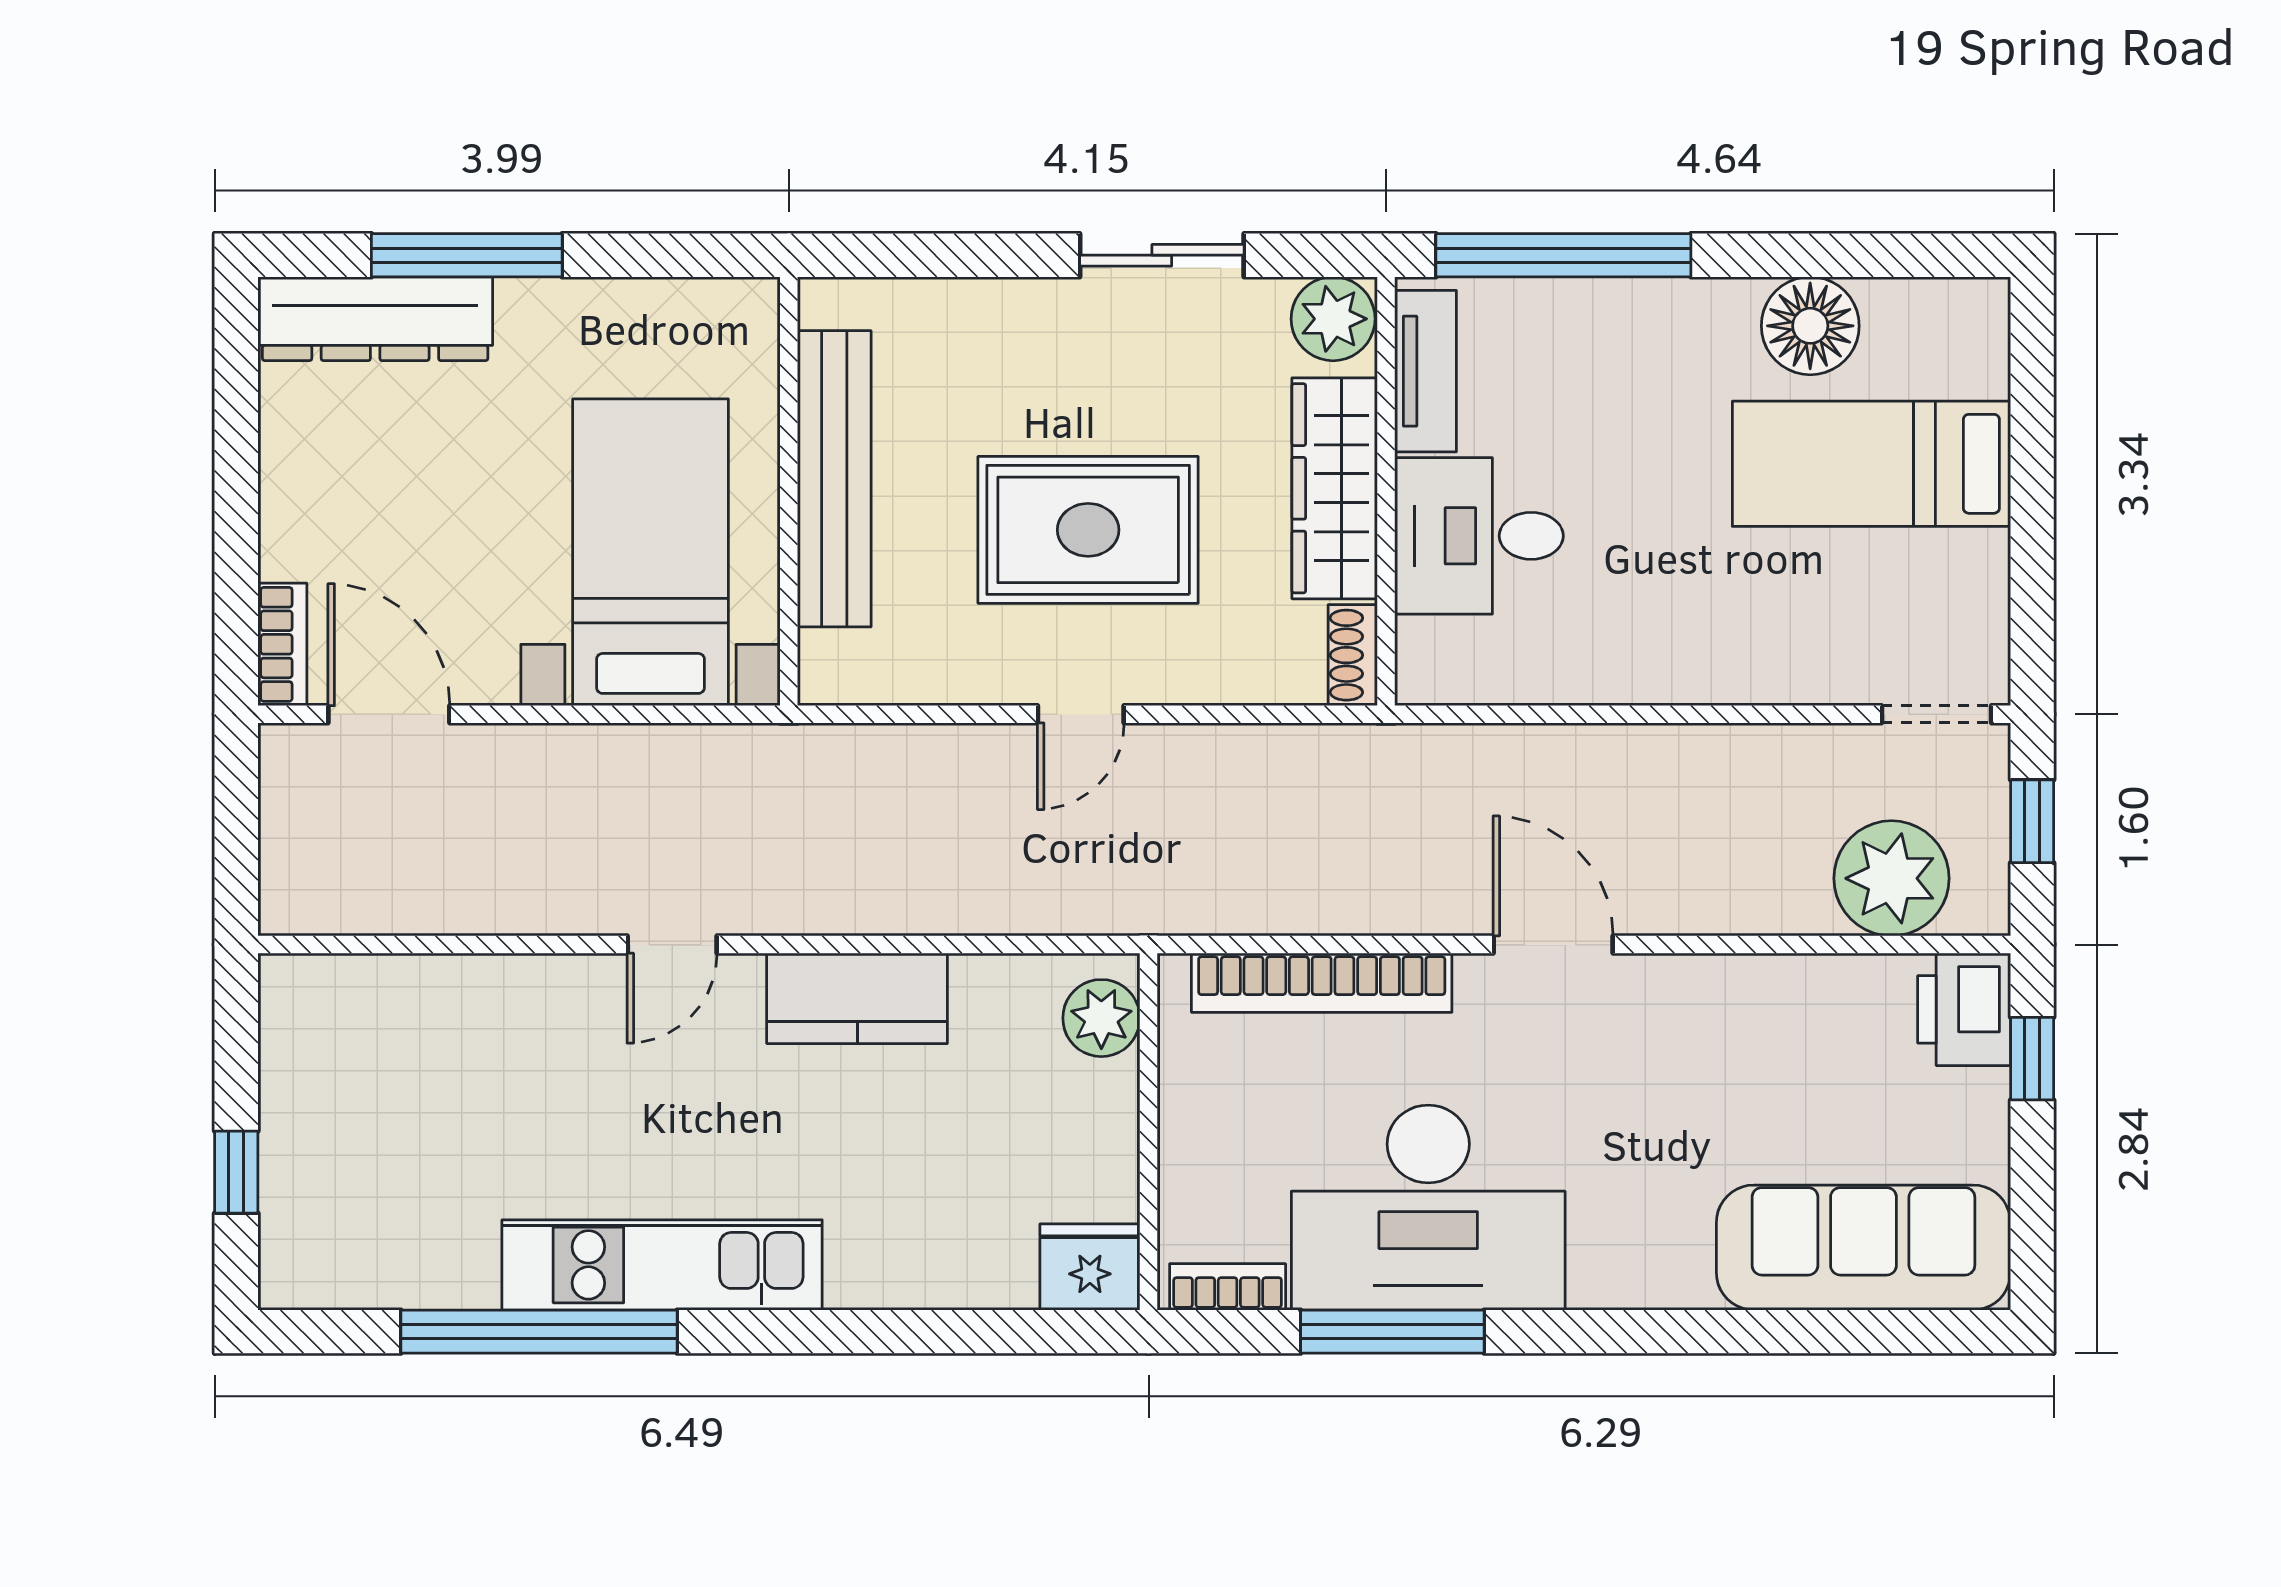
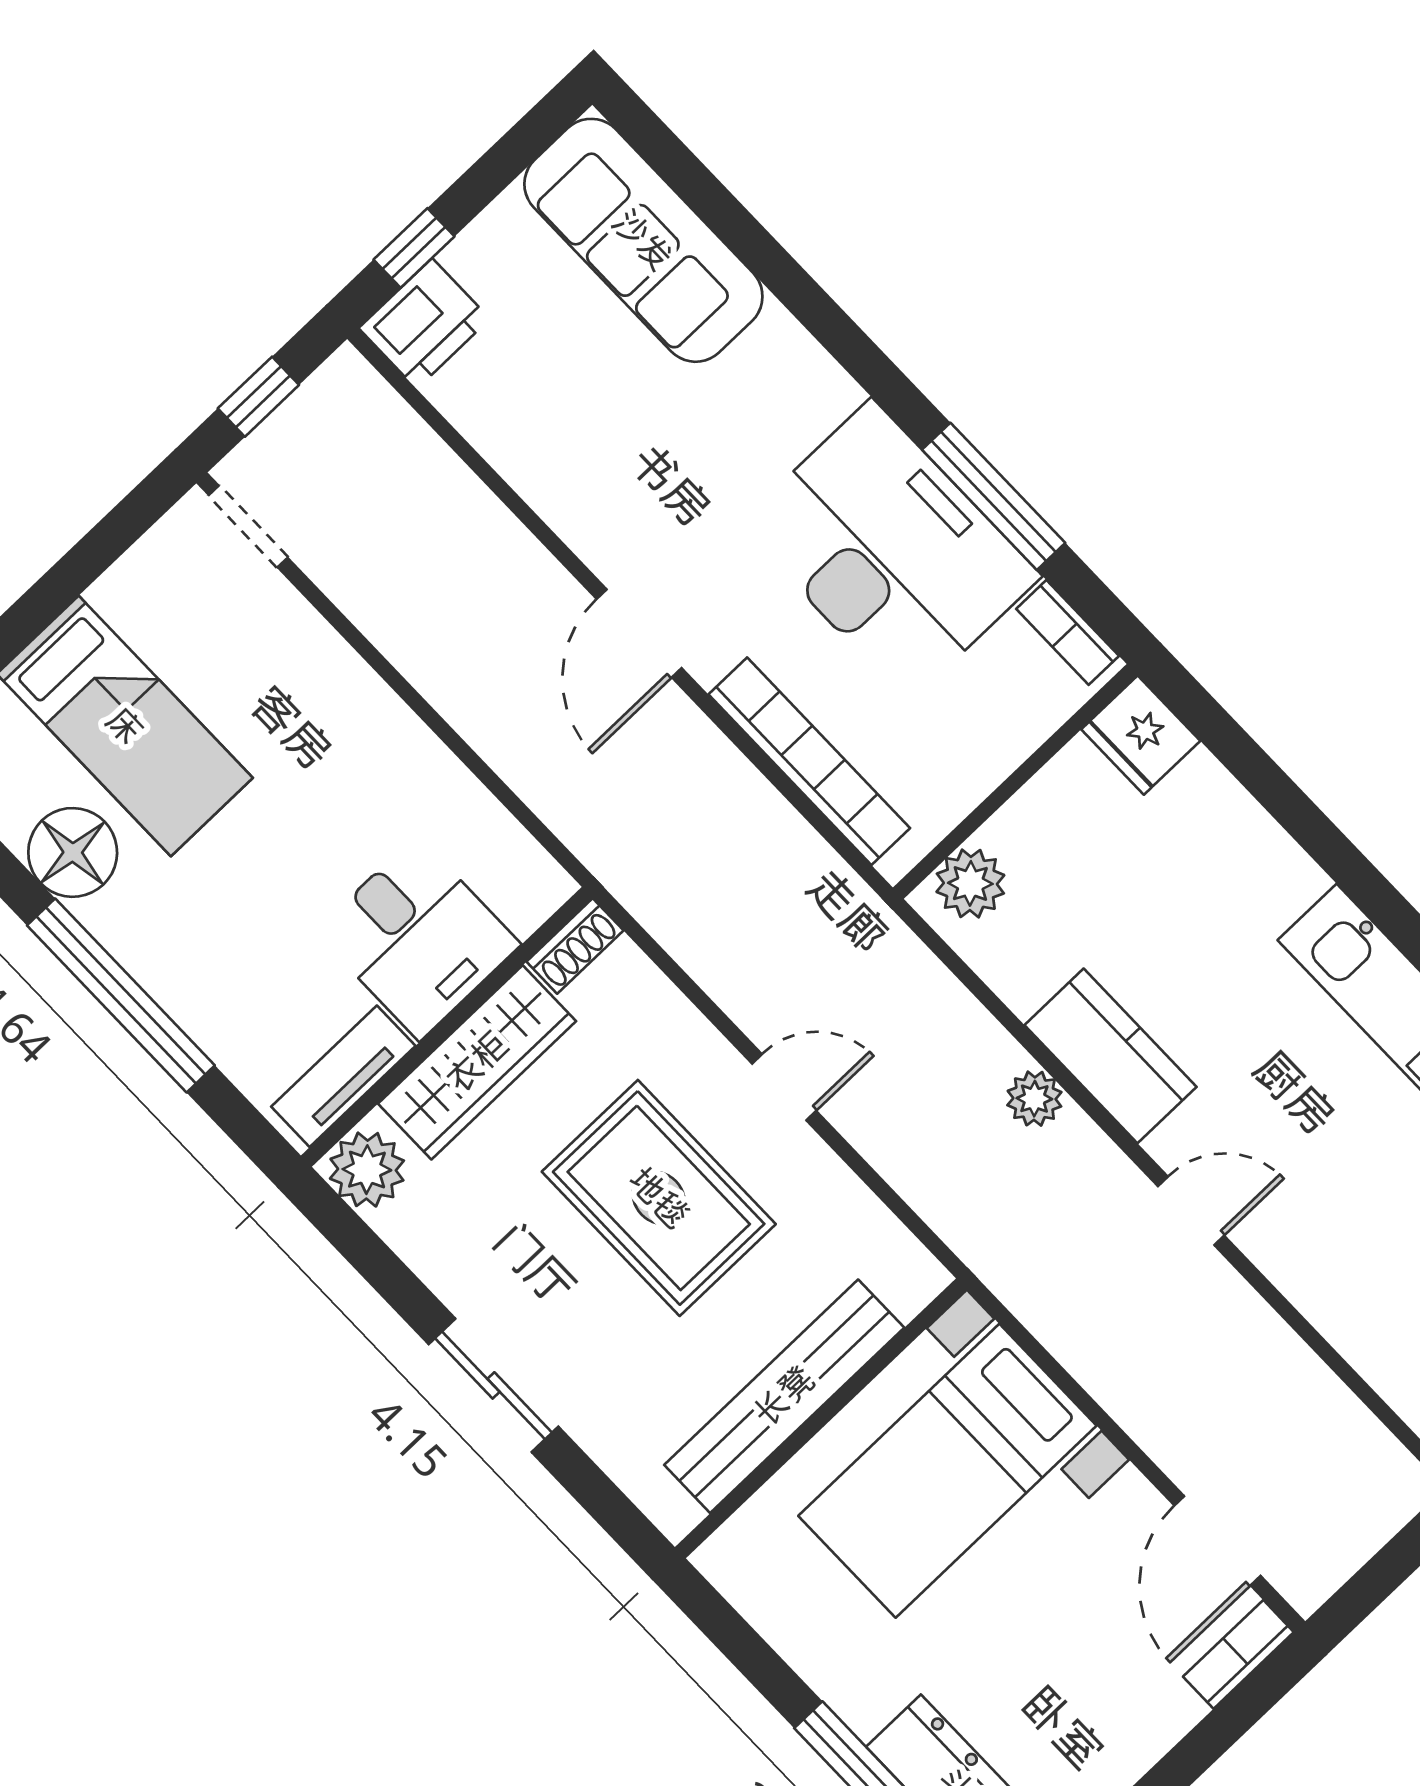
sliding door: (1162, 255) -> (494, 1385), moved
window: (1563, 255) -> (121, 995), moved
plant: (1891, 878) -> (1034, 1099), moved, width x0.53, depth x0.53

